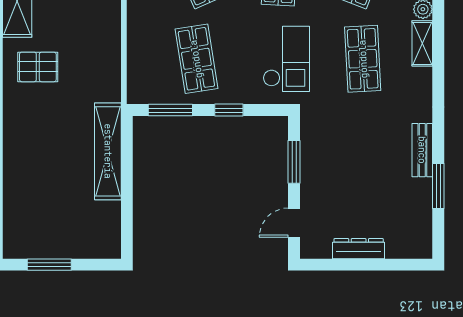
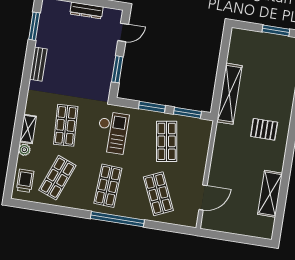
checkout: (286, 59) -> (112, 133), turned 180
pallet: (38, 67) -> (264, 129), moved
window: (229, 110) -> (152, 107), width x1.50
window: (438, 186) -> (34, 26), moved

